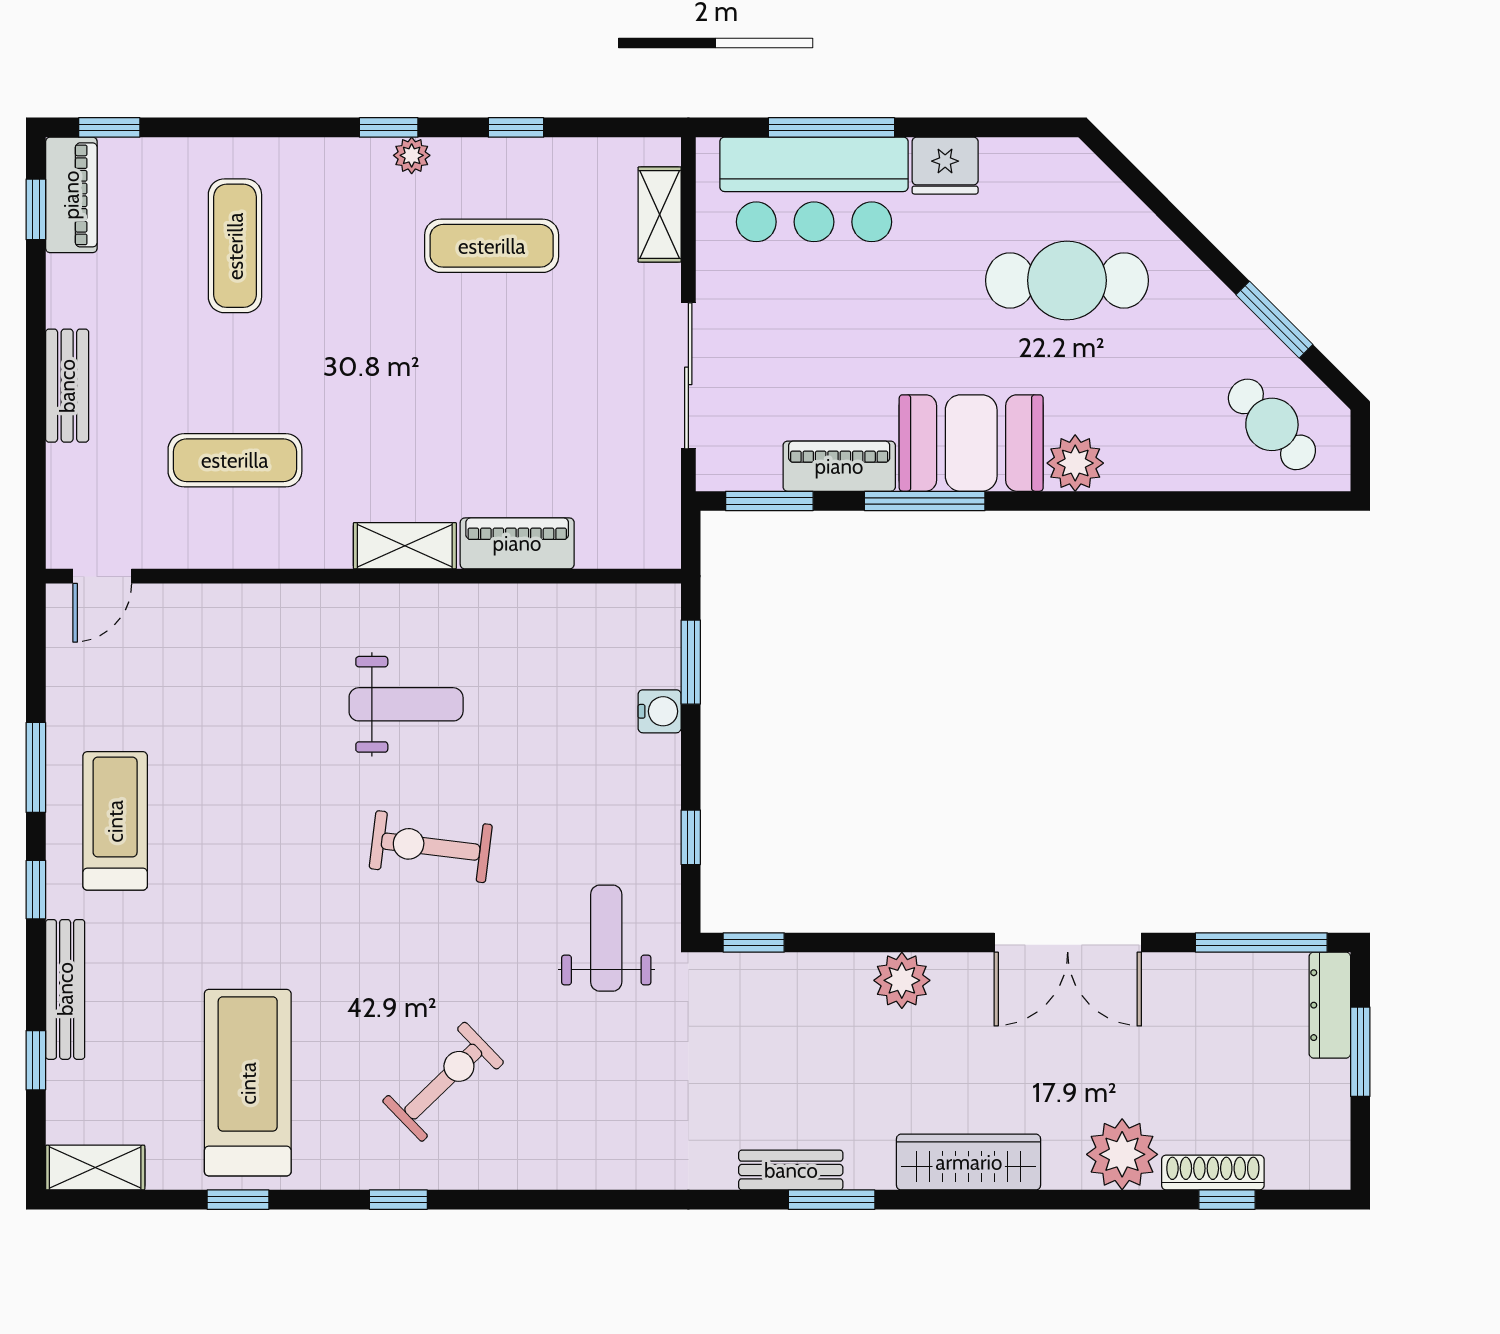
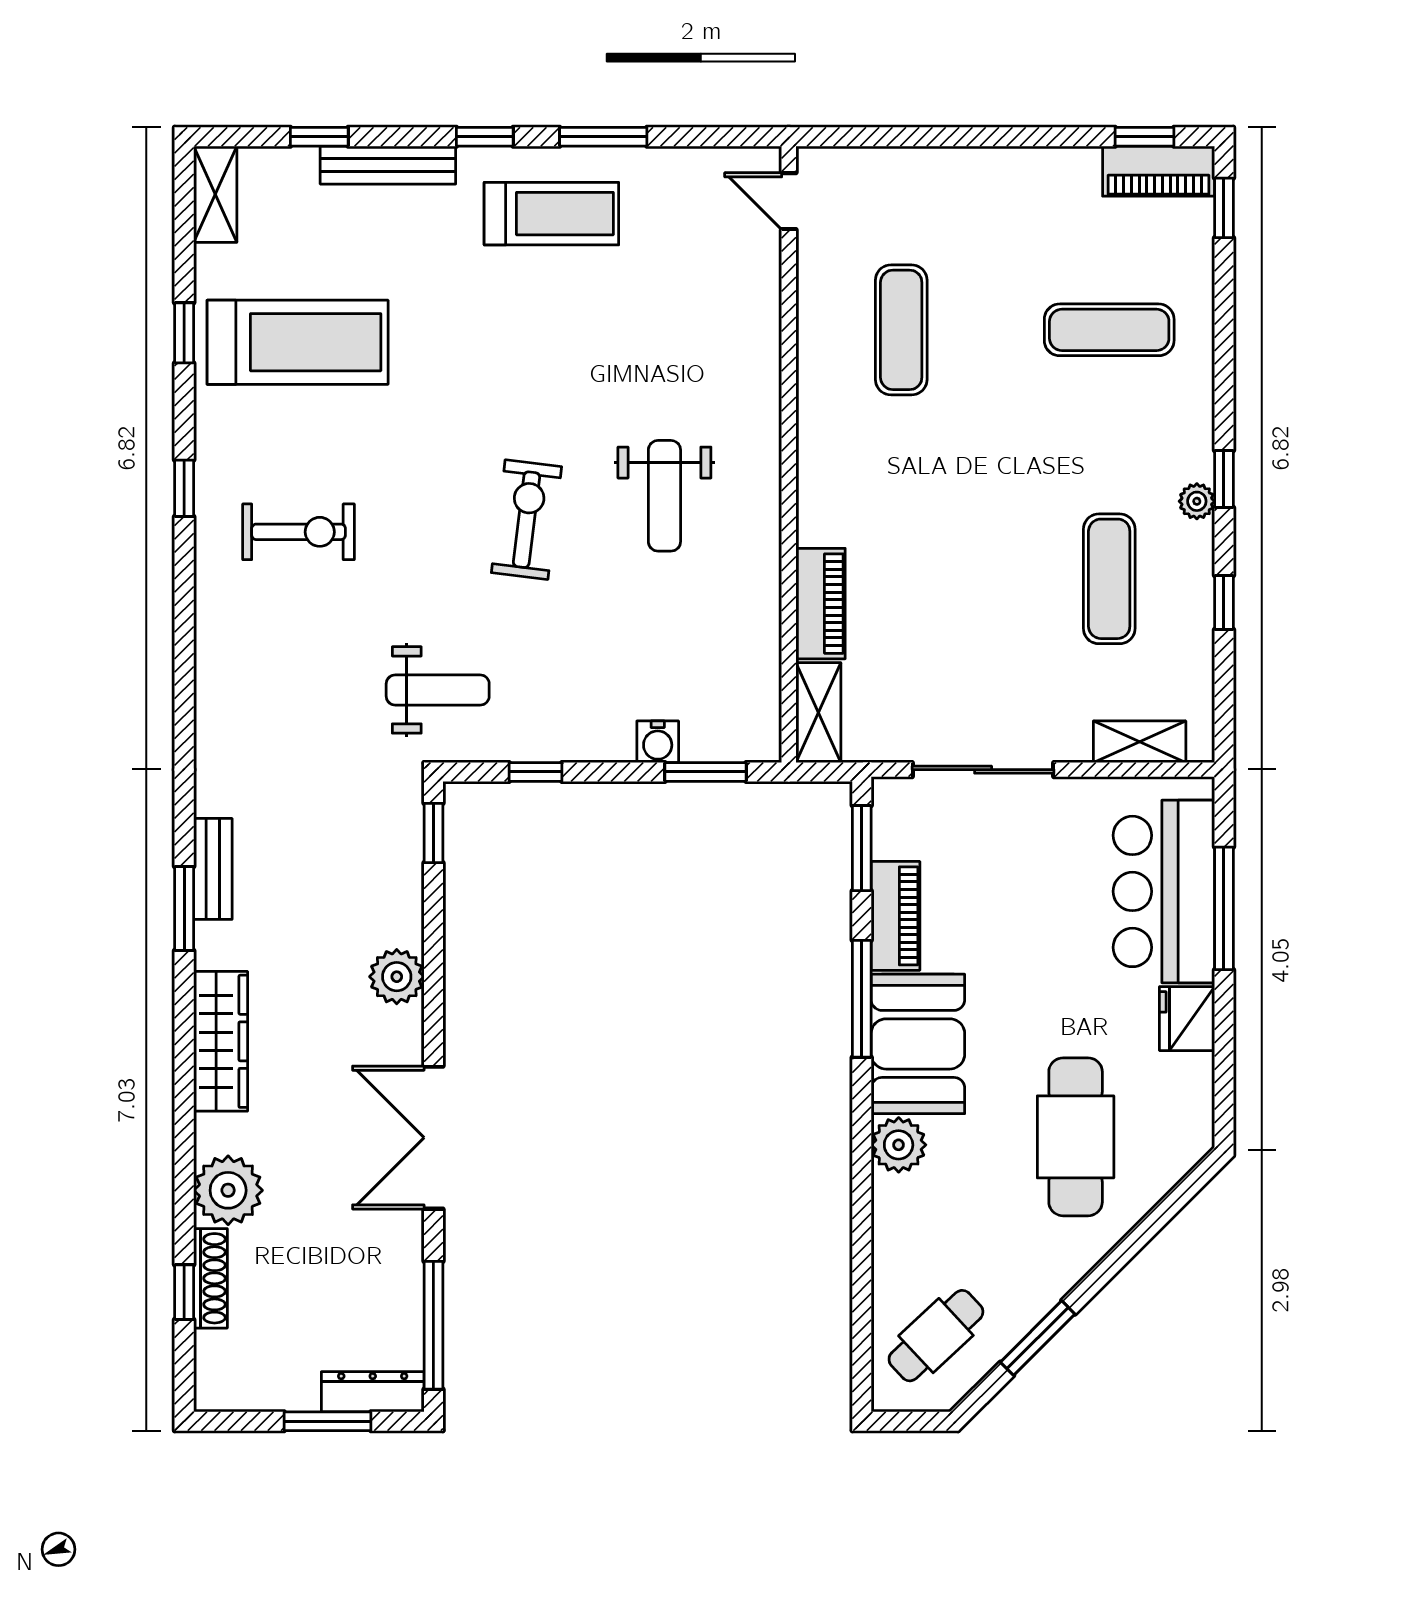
bench: (67, 386) -> (974, 167), removed
shelving: (405, 546) -> (818, 713), moved
exercise bike: (443, 1082) -> (299, 532), turned -46

